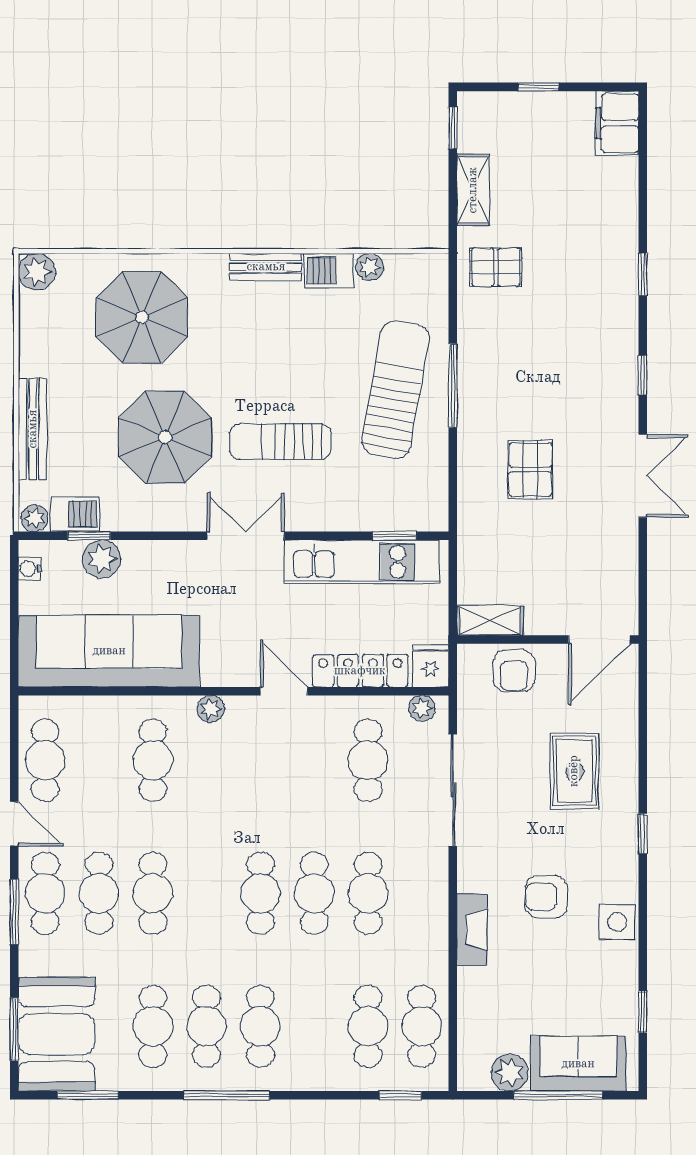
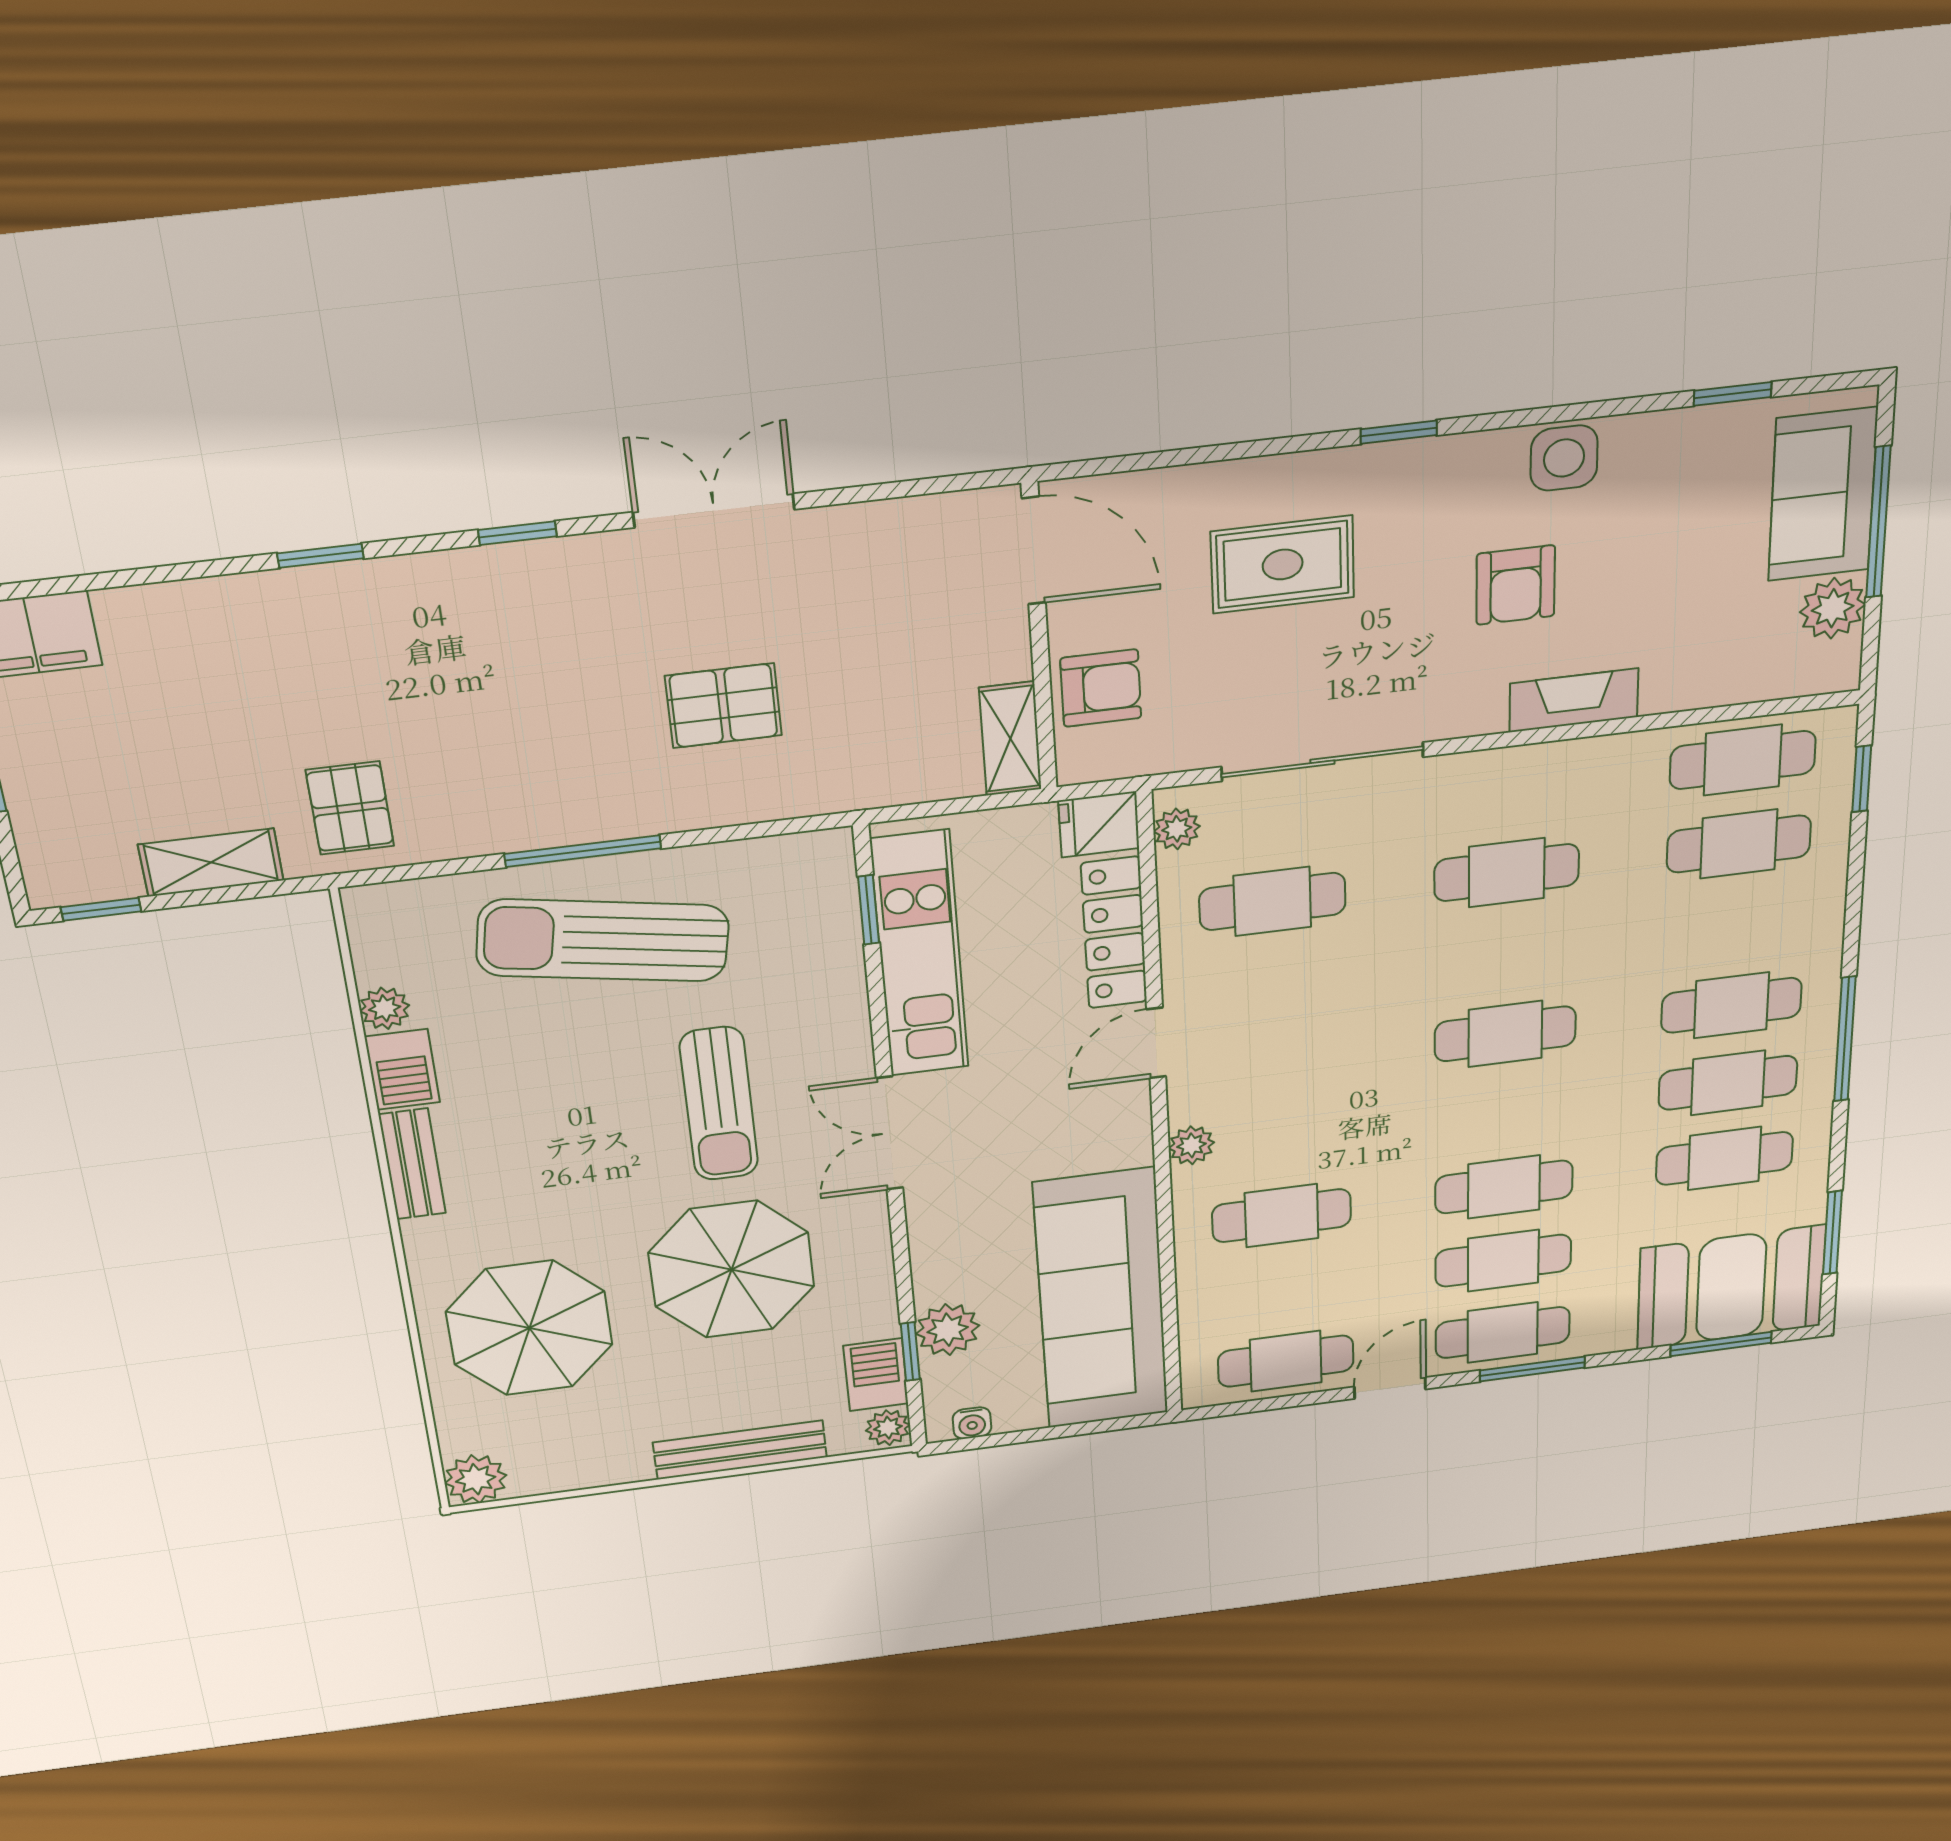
cafe table: (314, 893) -> (1506, 954), removed

